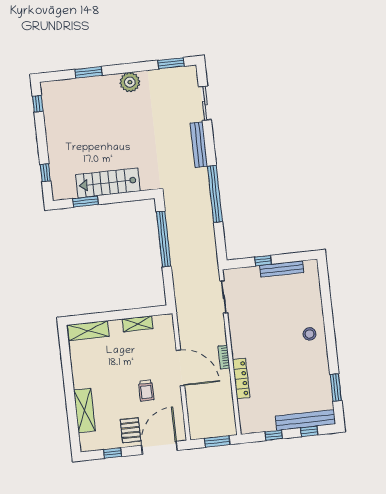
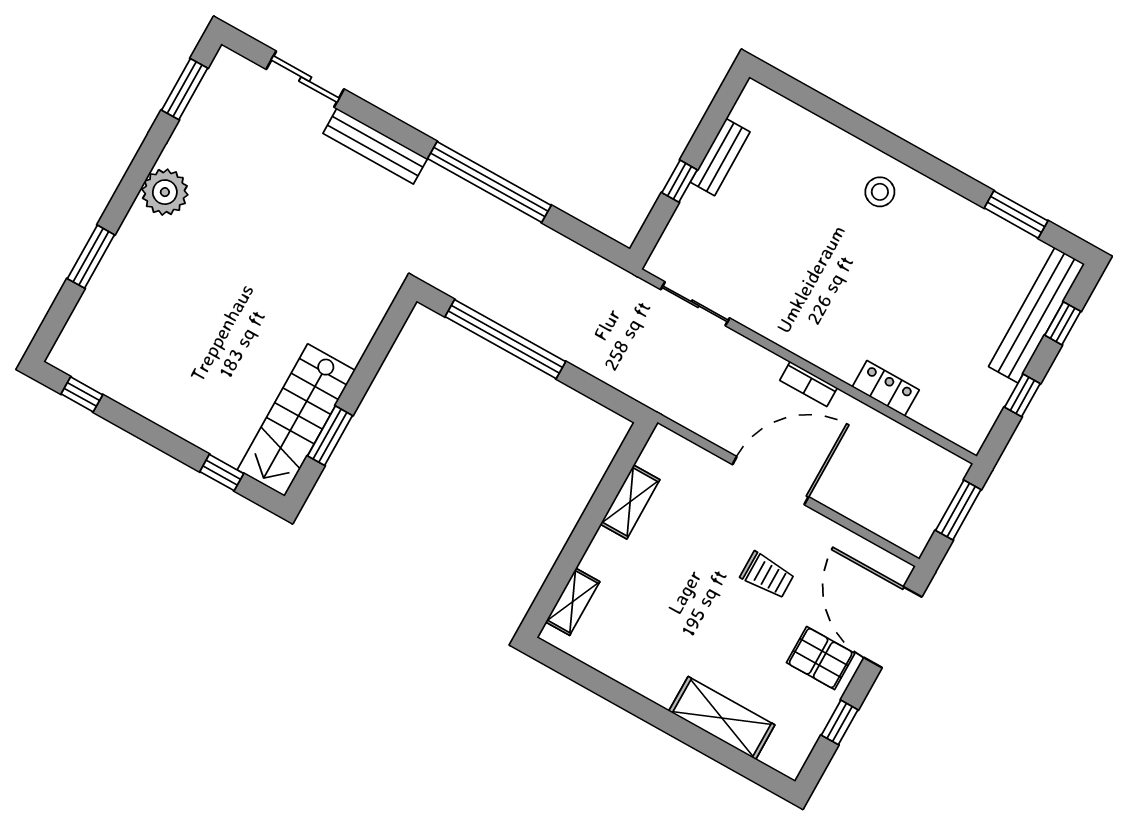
stairs: (108, 183) -> (296, 420), moved
bench: (282, 269) -> (720, 157), width x0.73
shelving: (88, 331) -> (573, 602), width x0.67, depth x0.75
locker: (241, 379) -> (886, 388), width x0.66

